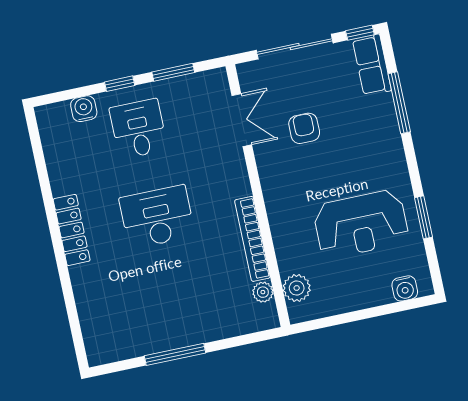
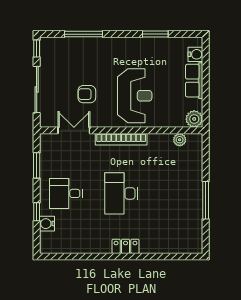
row of seats: (372, 65) -> (194, 81), moved, turned 90
window: (120, 84) -> (37, 212), moved
reception desk: (361, 224) -> (135, 96), moved
locker: (72, 230) -> (126, 246), width x0.66
bookcase: (252, 239) -> (121, 139), moved
plant: (297, 288) -> (194, 119), moved

